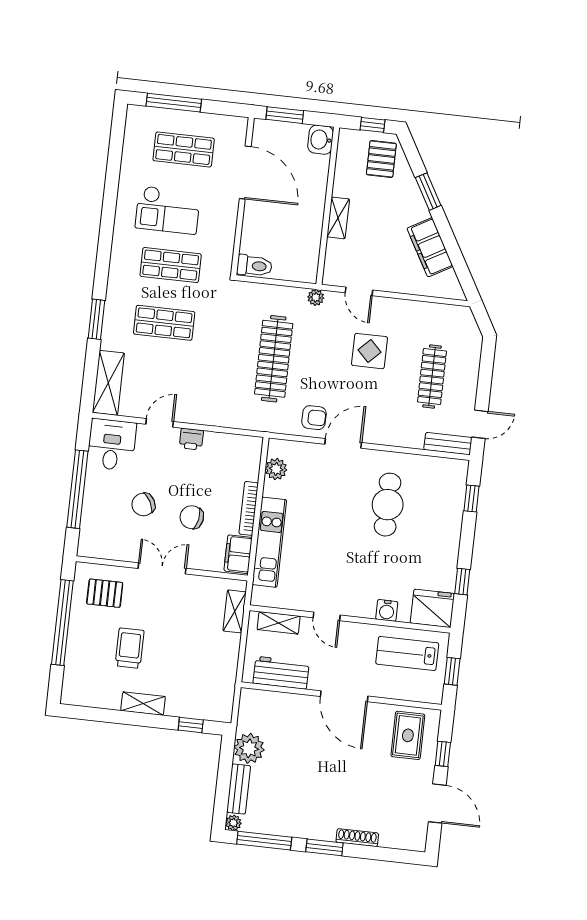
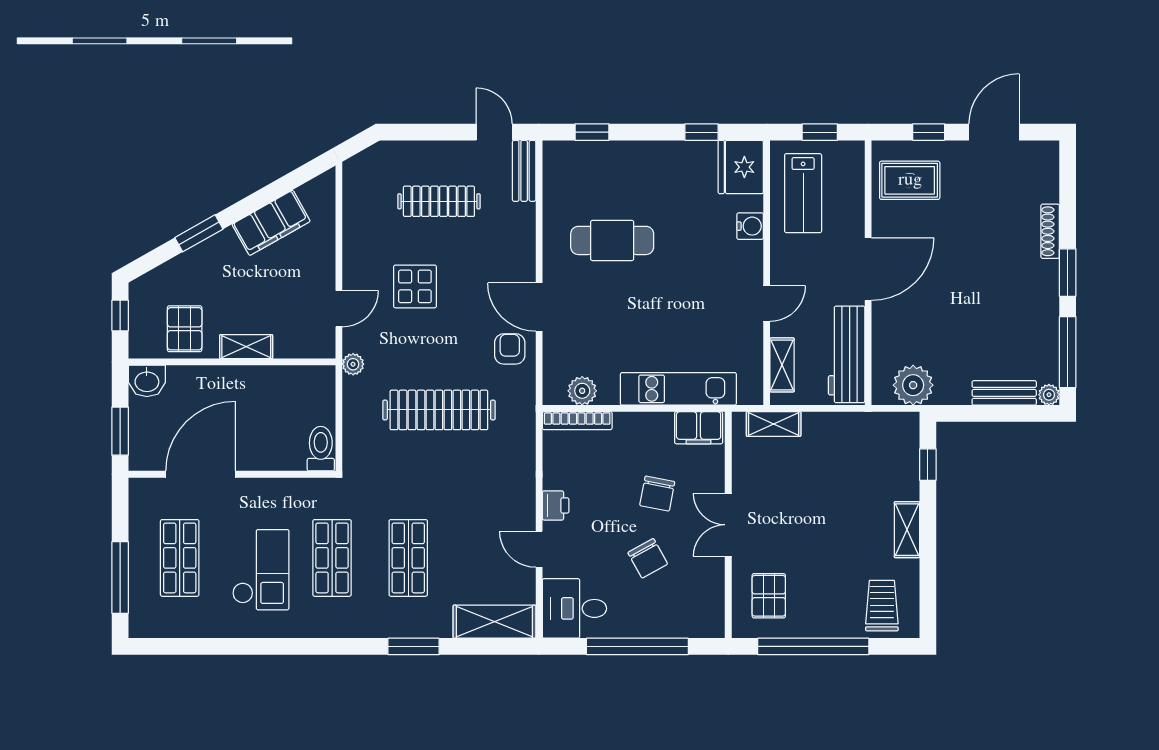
pallet: (381, 159) -> (185, 329), moved, turned 90
bookcase: (249, 508) -> (577, 421), moved
trolley: (130, 648) -> (882, 606), moved, turned 90
workbench: (281, 673) -> (847, 354), width x1.38
plant: (249, 748) -> (913, 385), moved

